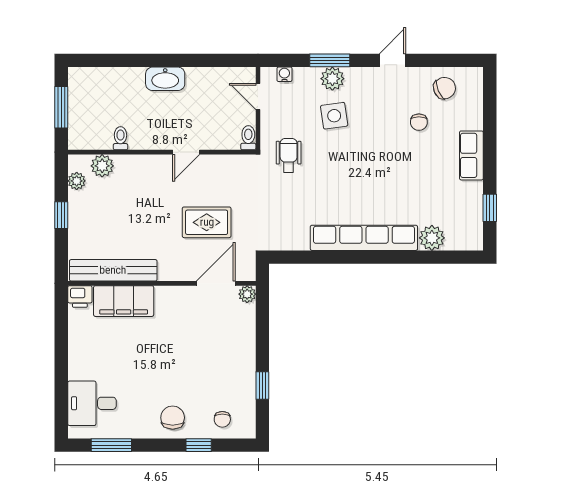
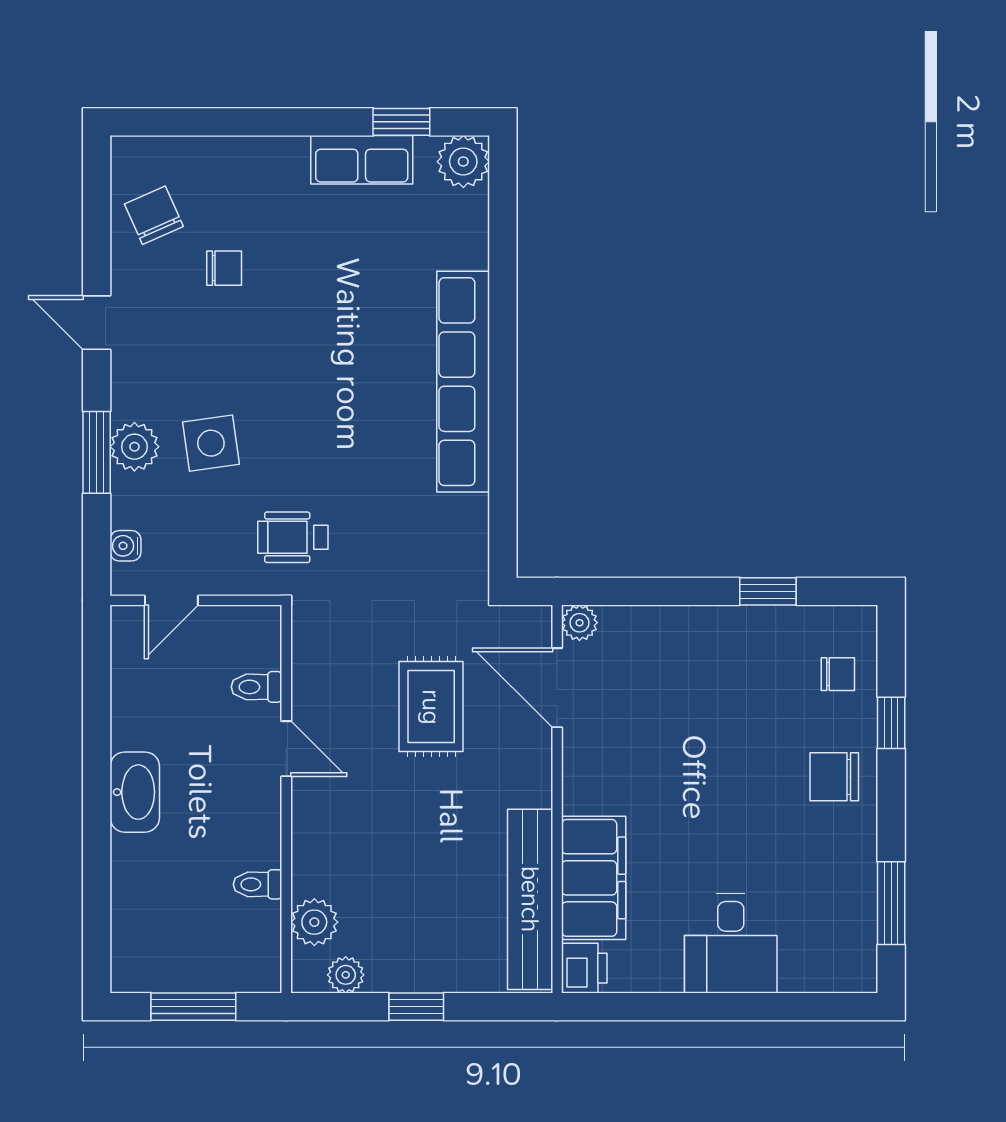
toilet: (248, 138) -> (256, 687), moved
row of seats: (471, 155) -> (362, 160), moved
plant: (432, 238) -> (463, 162), moved
desk: (92, 403) -> (731, 943), moved

